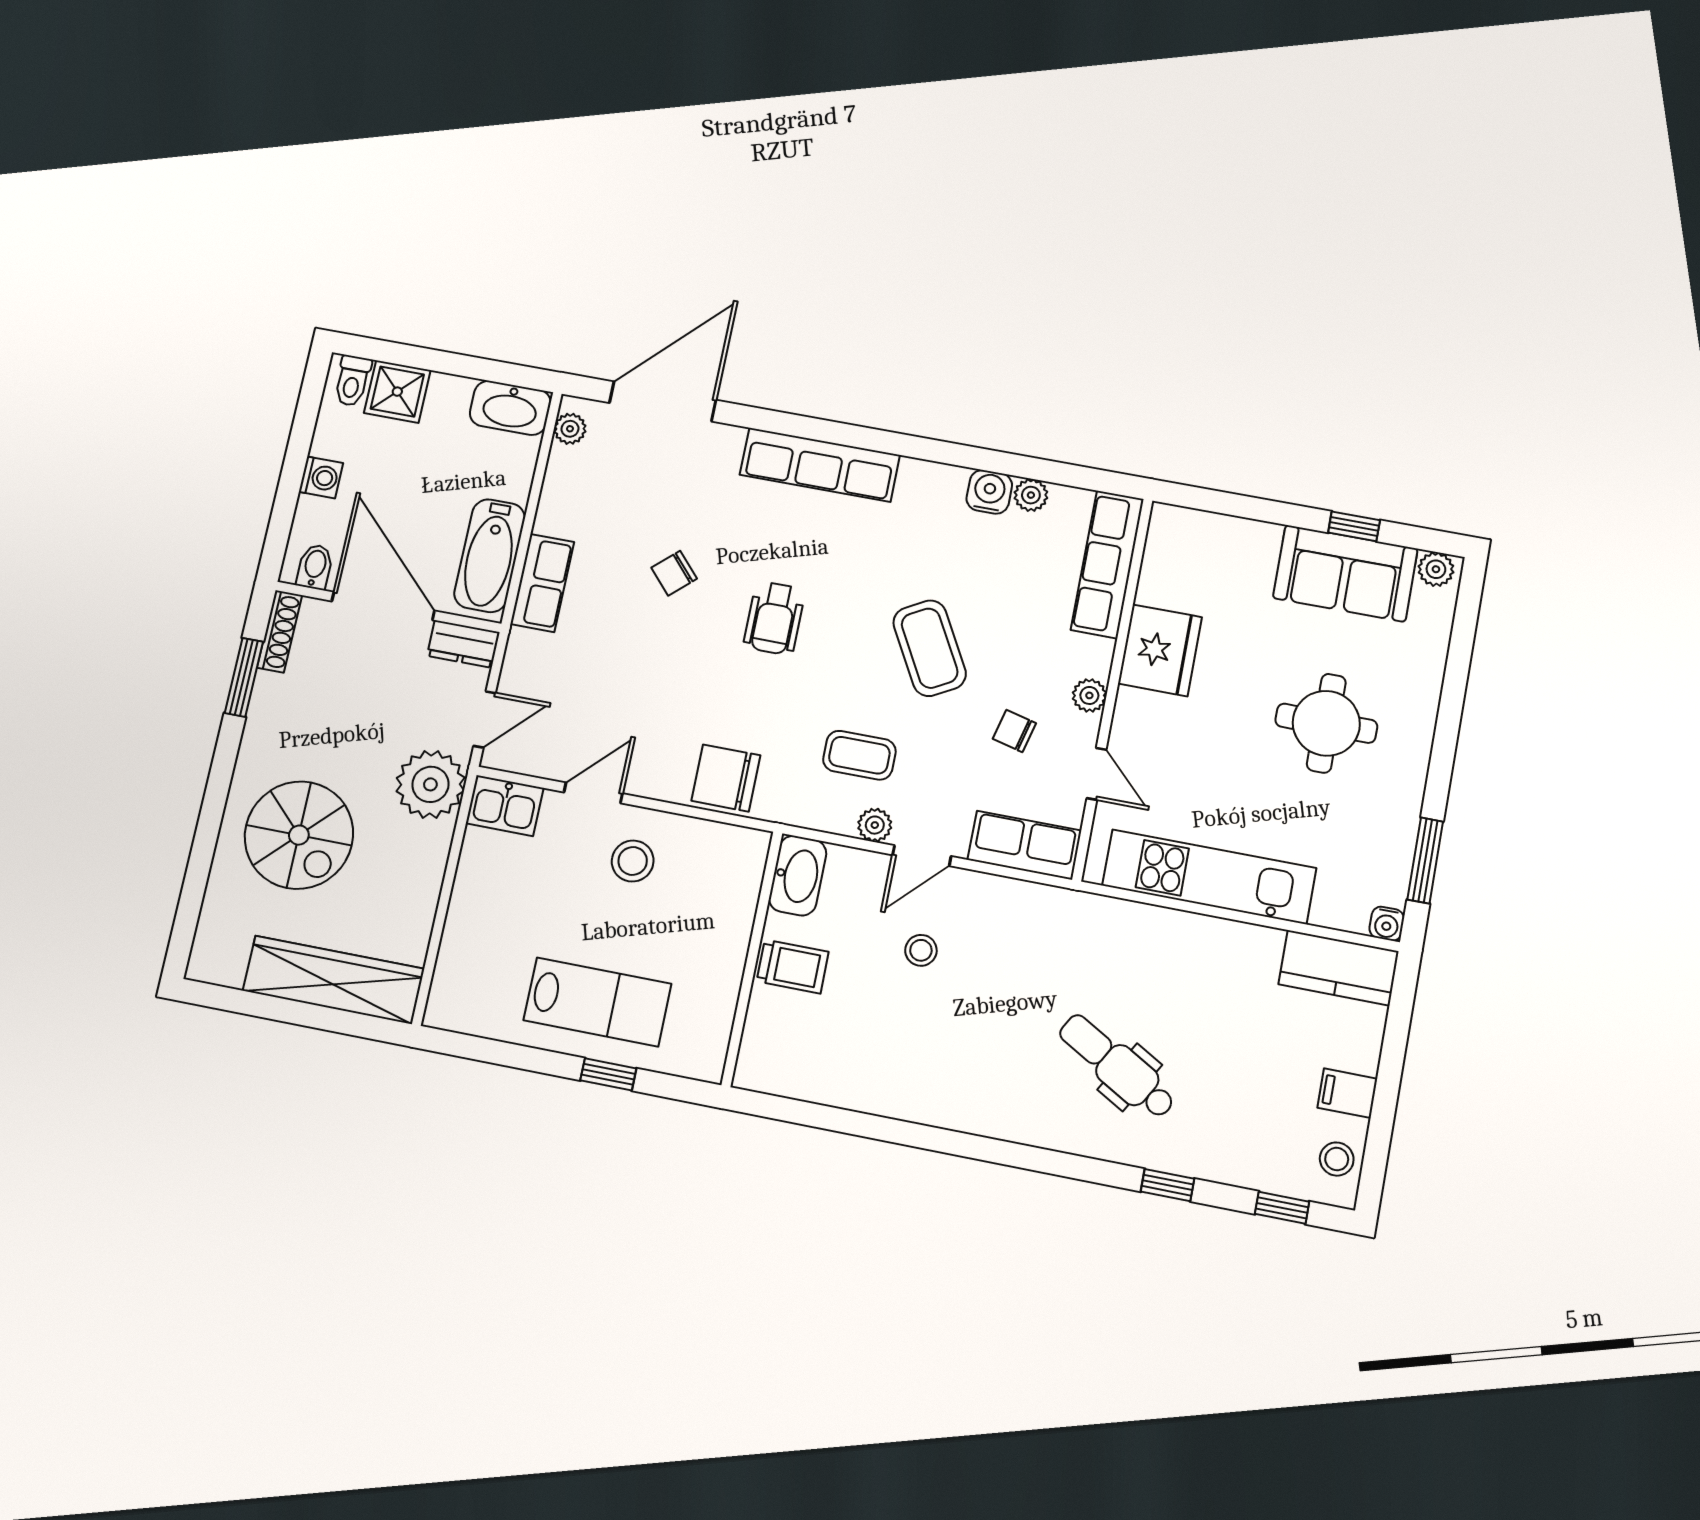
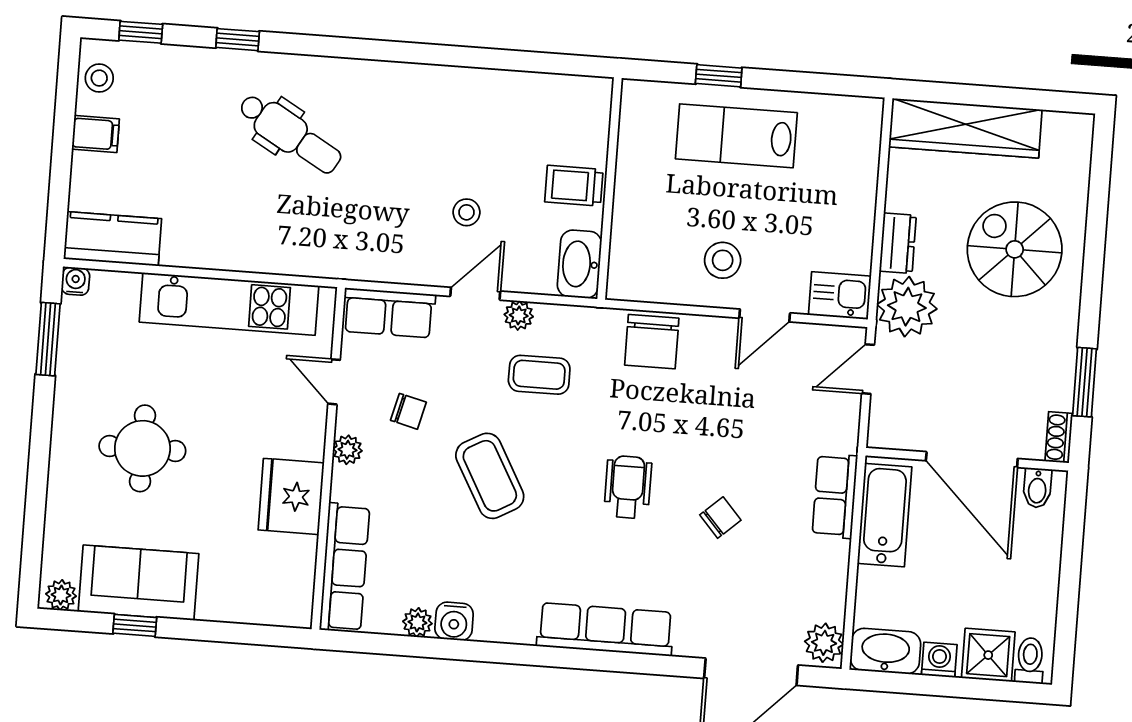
plant: (570, 429) -> (824, 643), width x1.38, depth x1.38
washing machine: (321, 477) -> (939, 660), moved, turned 90
shoe rack: (280, 631) -> (1059, 437), width x0.70
dresser: (463, 644) -> (898, 243), moved, turned 90
chair: (726, 778) -> (652, 342), turned 90

